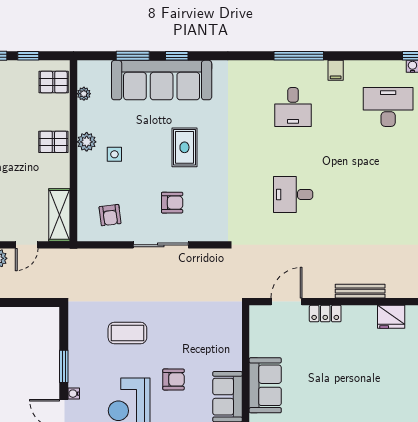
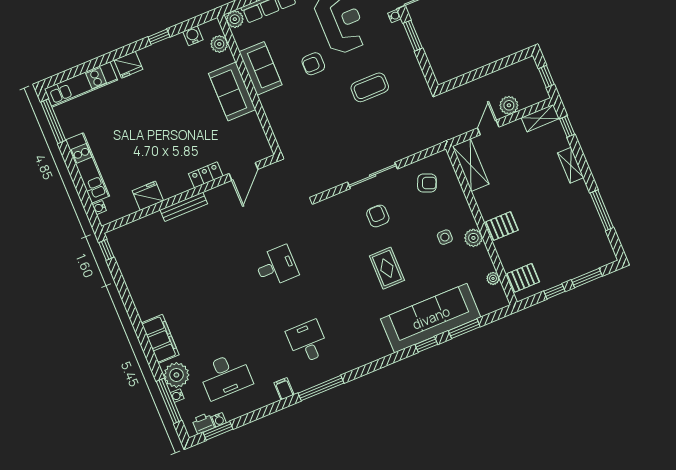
armchair: (172, 203) -> (378, 216), turned 90
armchair: (110, 215) -> (427, 183), turned 120

